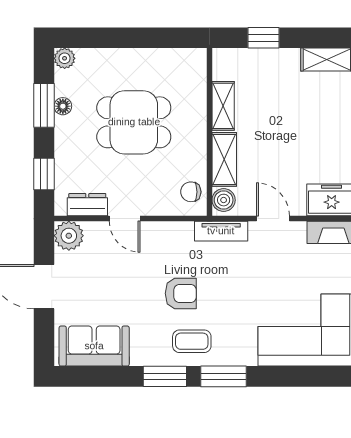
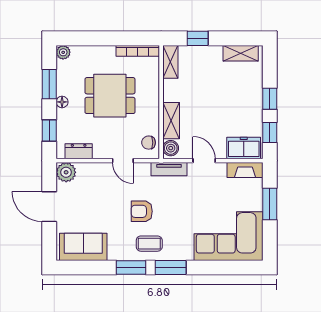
bookcase: (175, 56) -> (138, 51), added
floor lamp: (63, 106) -> (62, 102), moved
shelving: (223, 106) -> (170, 62), moved
door: (125, 219) -> (123, 161), moved
armchair: (181, 293) -> (142, 211), turned 180

